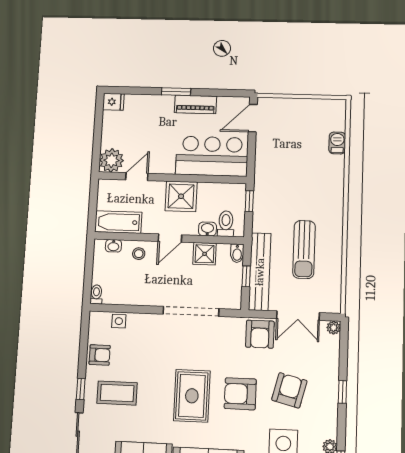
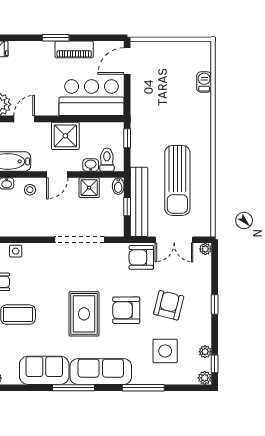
sun lounger: (304, 249) -> (177, 181), width x1.36, depth x1.34
armchair: (260, 334) -> (141, 257), turned 90

